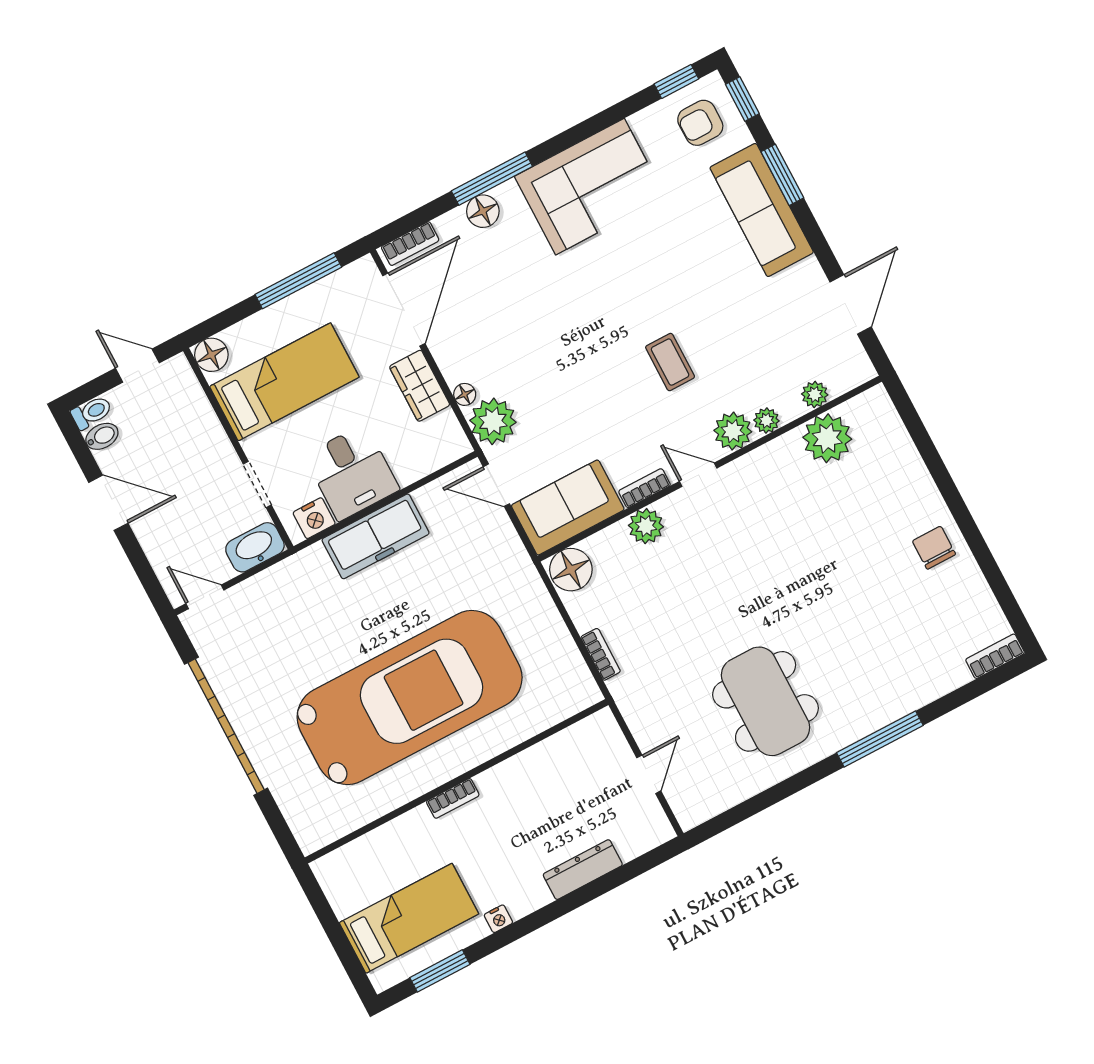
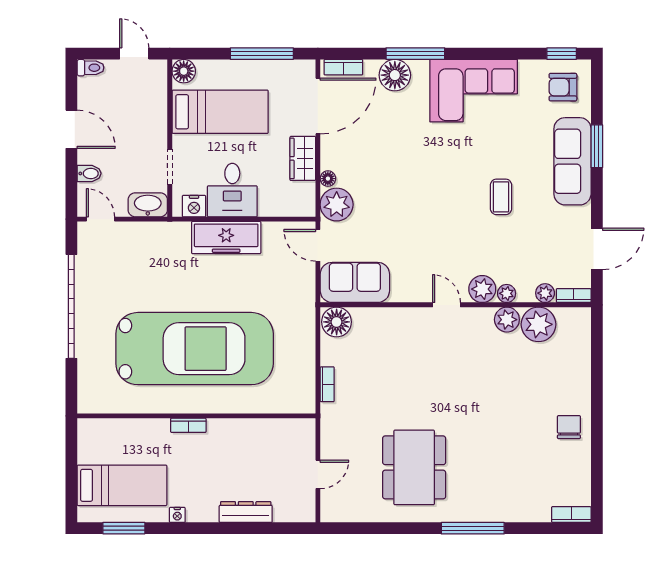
window: (742, 99) -> (597, 86), removed
floor lamp: (483, 211) -> (395, 75), width x1.38, depth x1.38
coffee table: (670, 362) -> (501, 197), moved
bidet: (102, 436) -> (89, 173), moved
bookcase: (644, 488) -> (574, 296), moved
plant: (646, 526) -> (507, 320), moved

